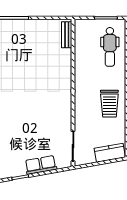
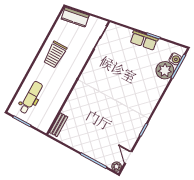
trolley: (109, 104) -> (55, 55), turned 180
row of seats: (41, 165) -> (144, 40), moved

